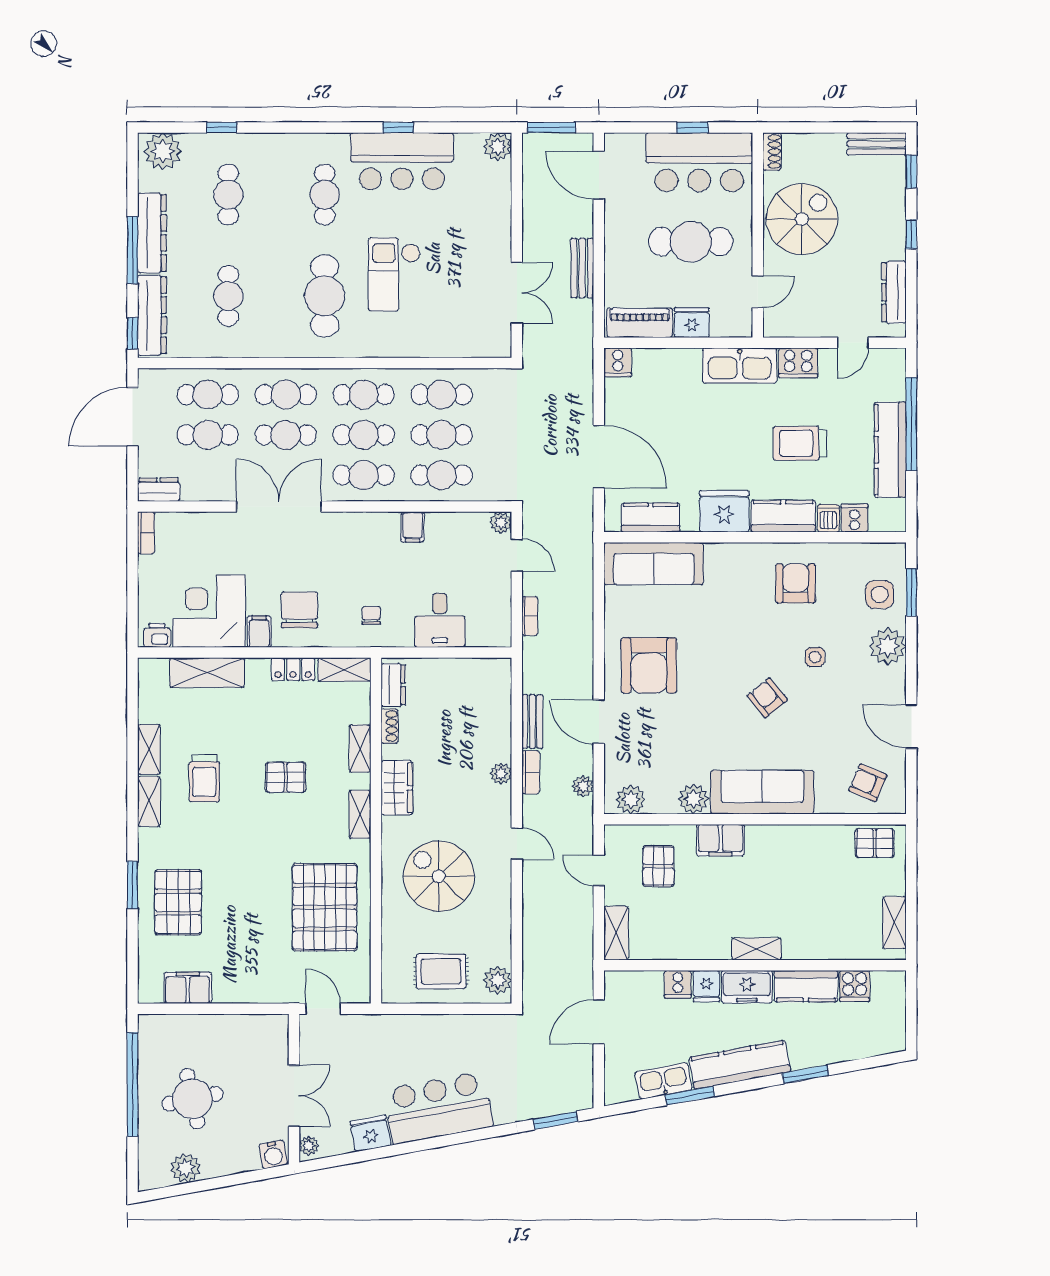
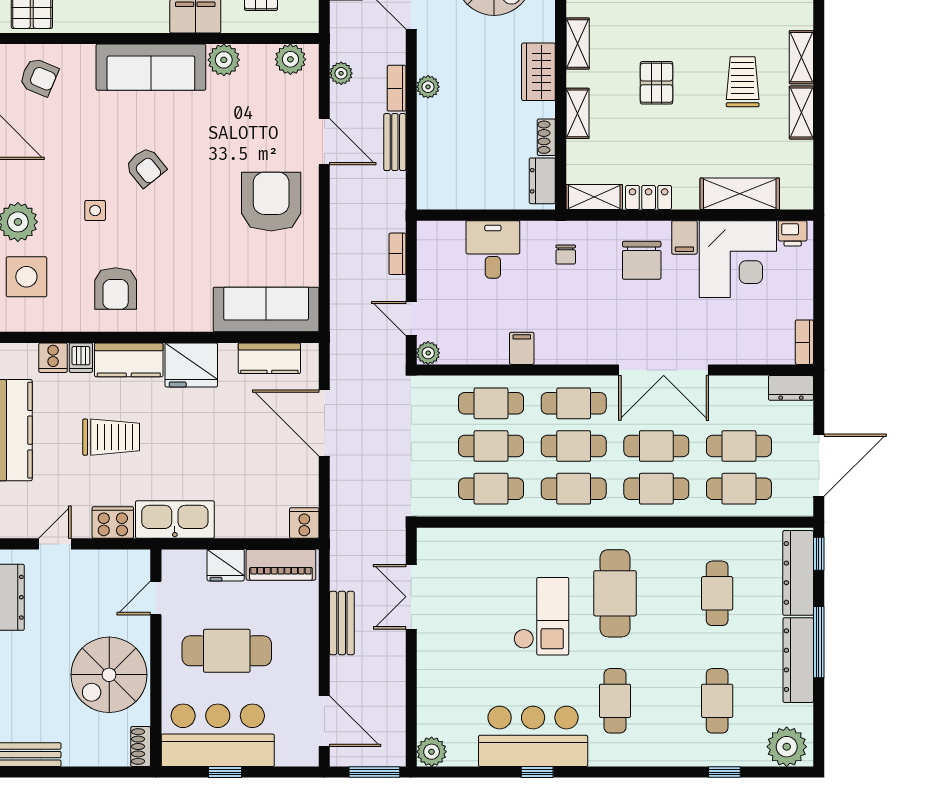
side table: (880, 594) -> (26, 277), width x1.37, depth x1.37
pallet: (286, 777) -> (657, 83), turned 90

